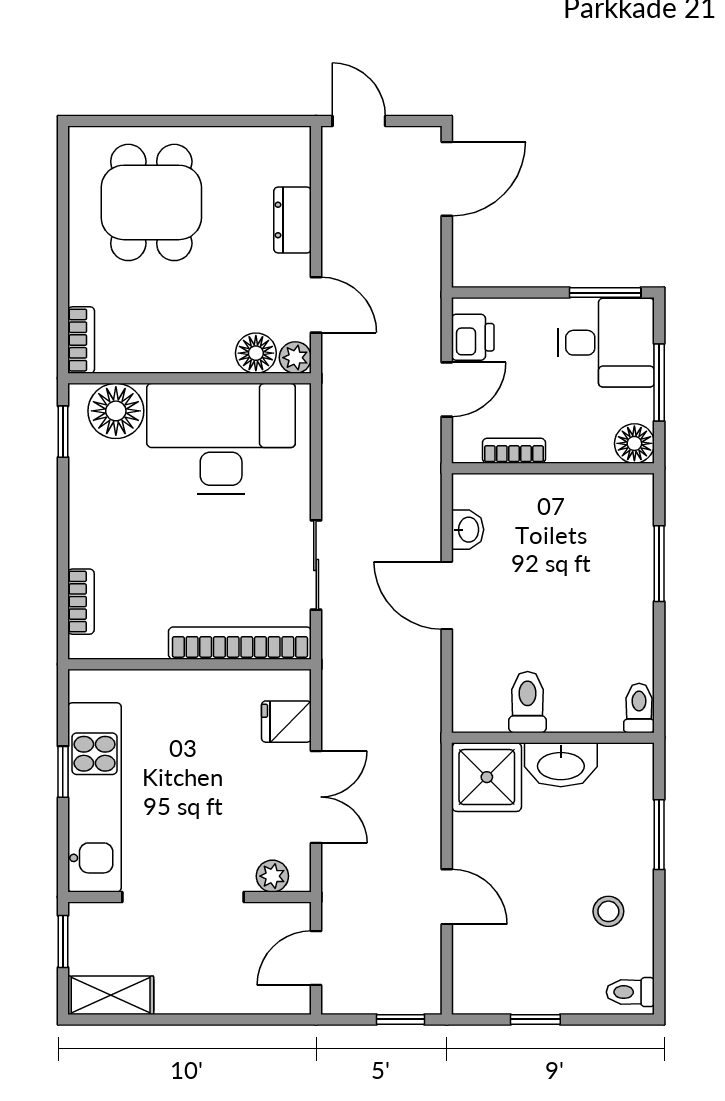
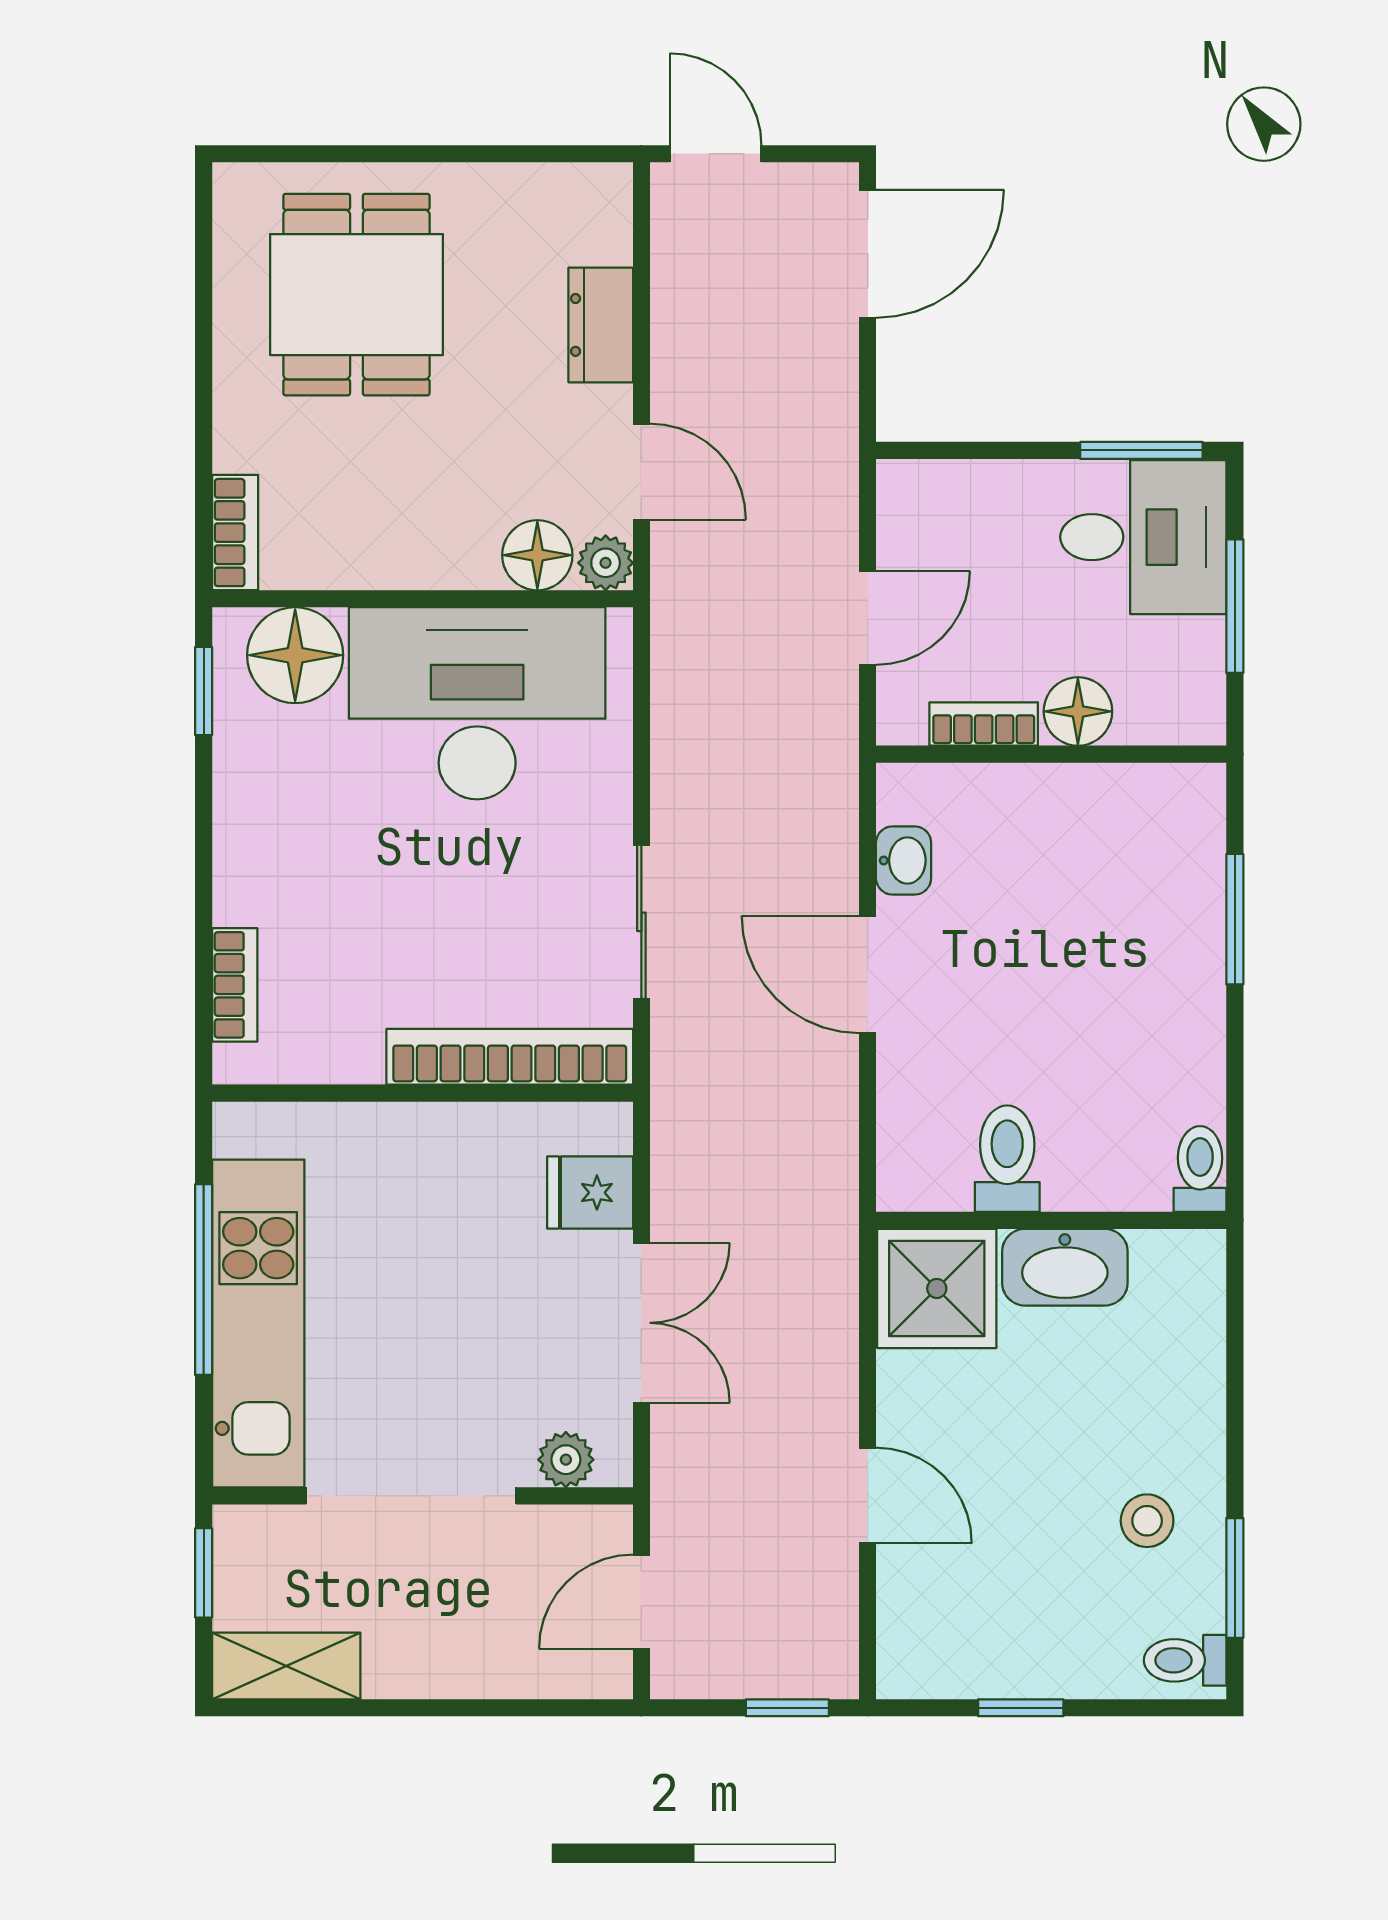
printer: (473, 337) -> (912, 528), removed
floor lamp: (634, 443) -> (1078, 711), moved
window: (63, 772) -> (204, 1280), width x2.17
window: (659, 835) -> (1235, 1578), moved

